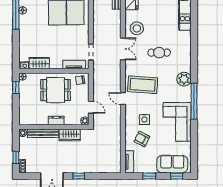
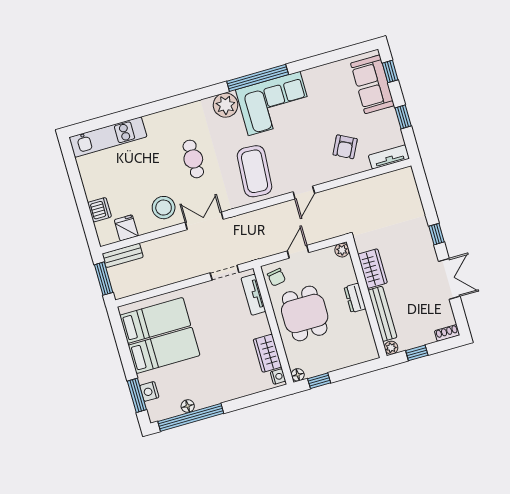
door: (123, 99) -> (304, 193), moved
door: (91, 107) -> (298, 252), moved
side table: (144, 120) -> (312, 152), removed
corner sofa: (177, 122) -> (274, 104), moved
window: (16, 157) -> (417, 353), moved

